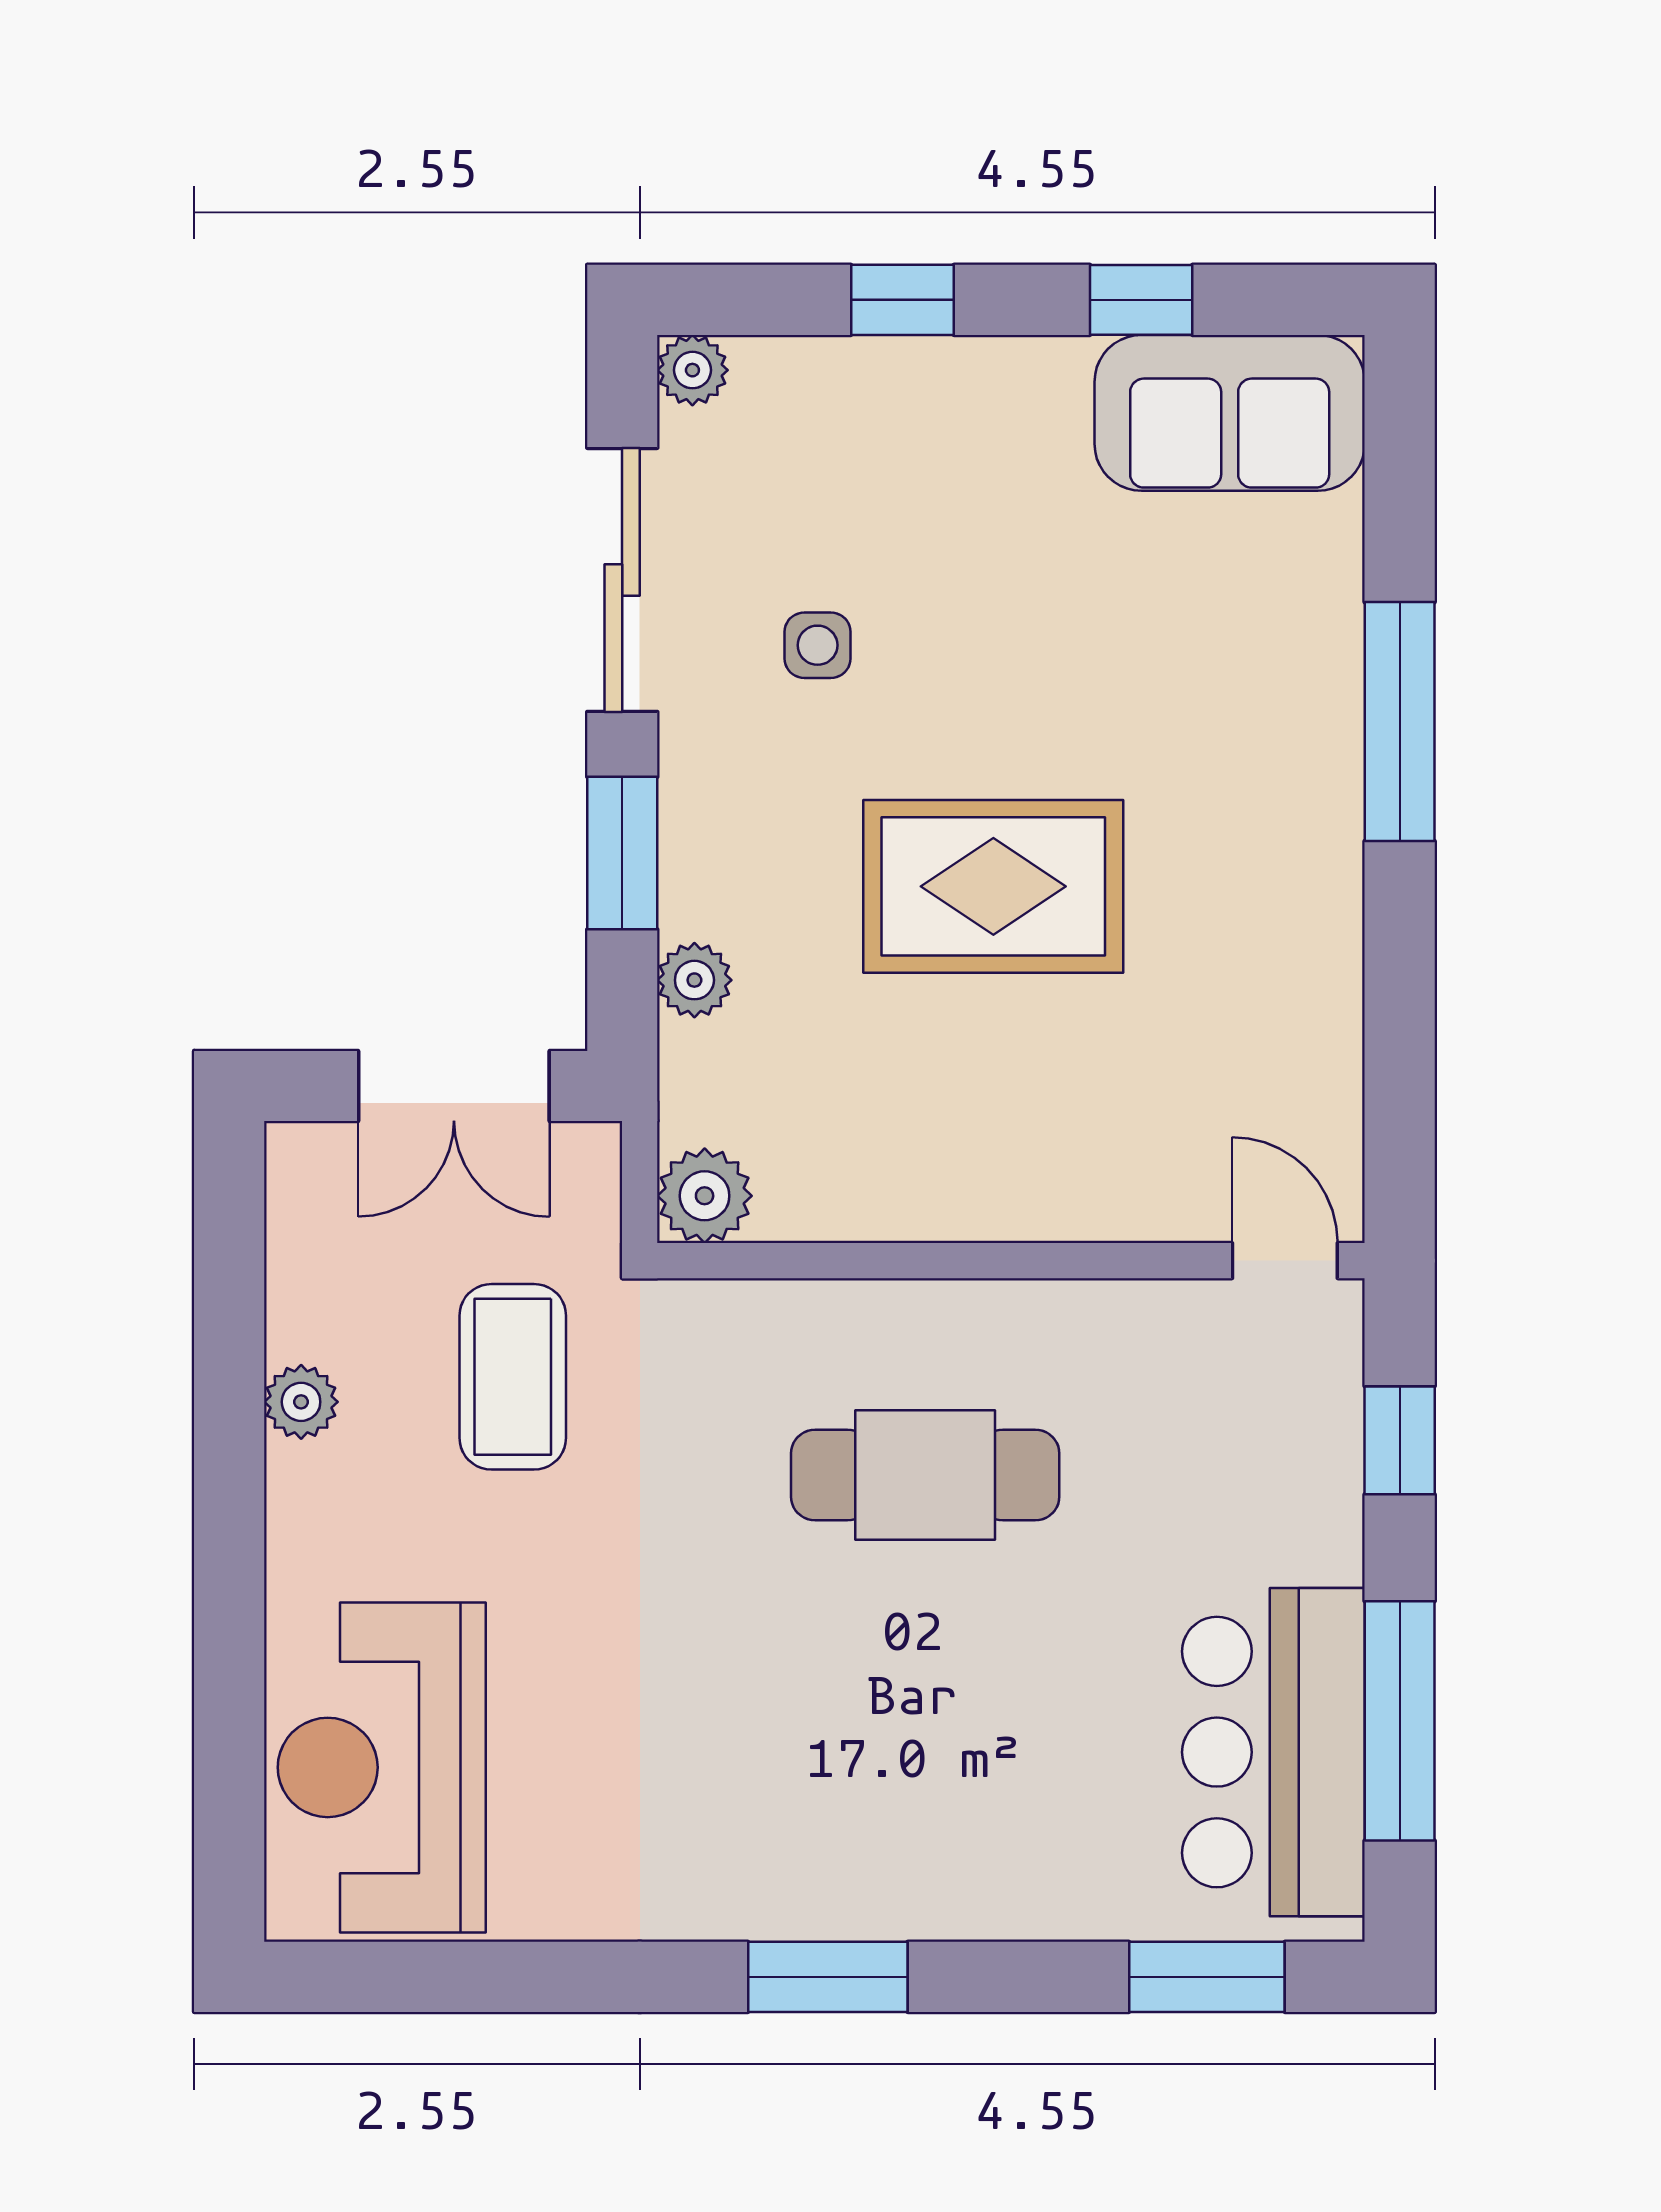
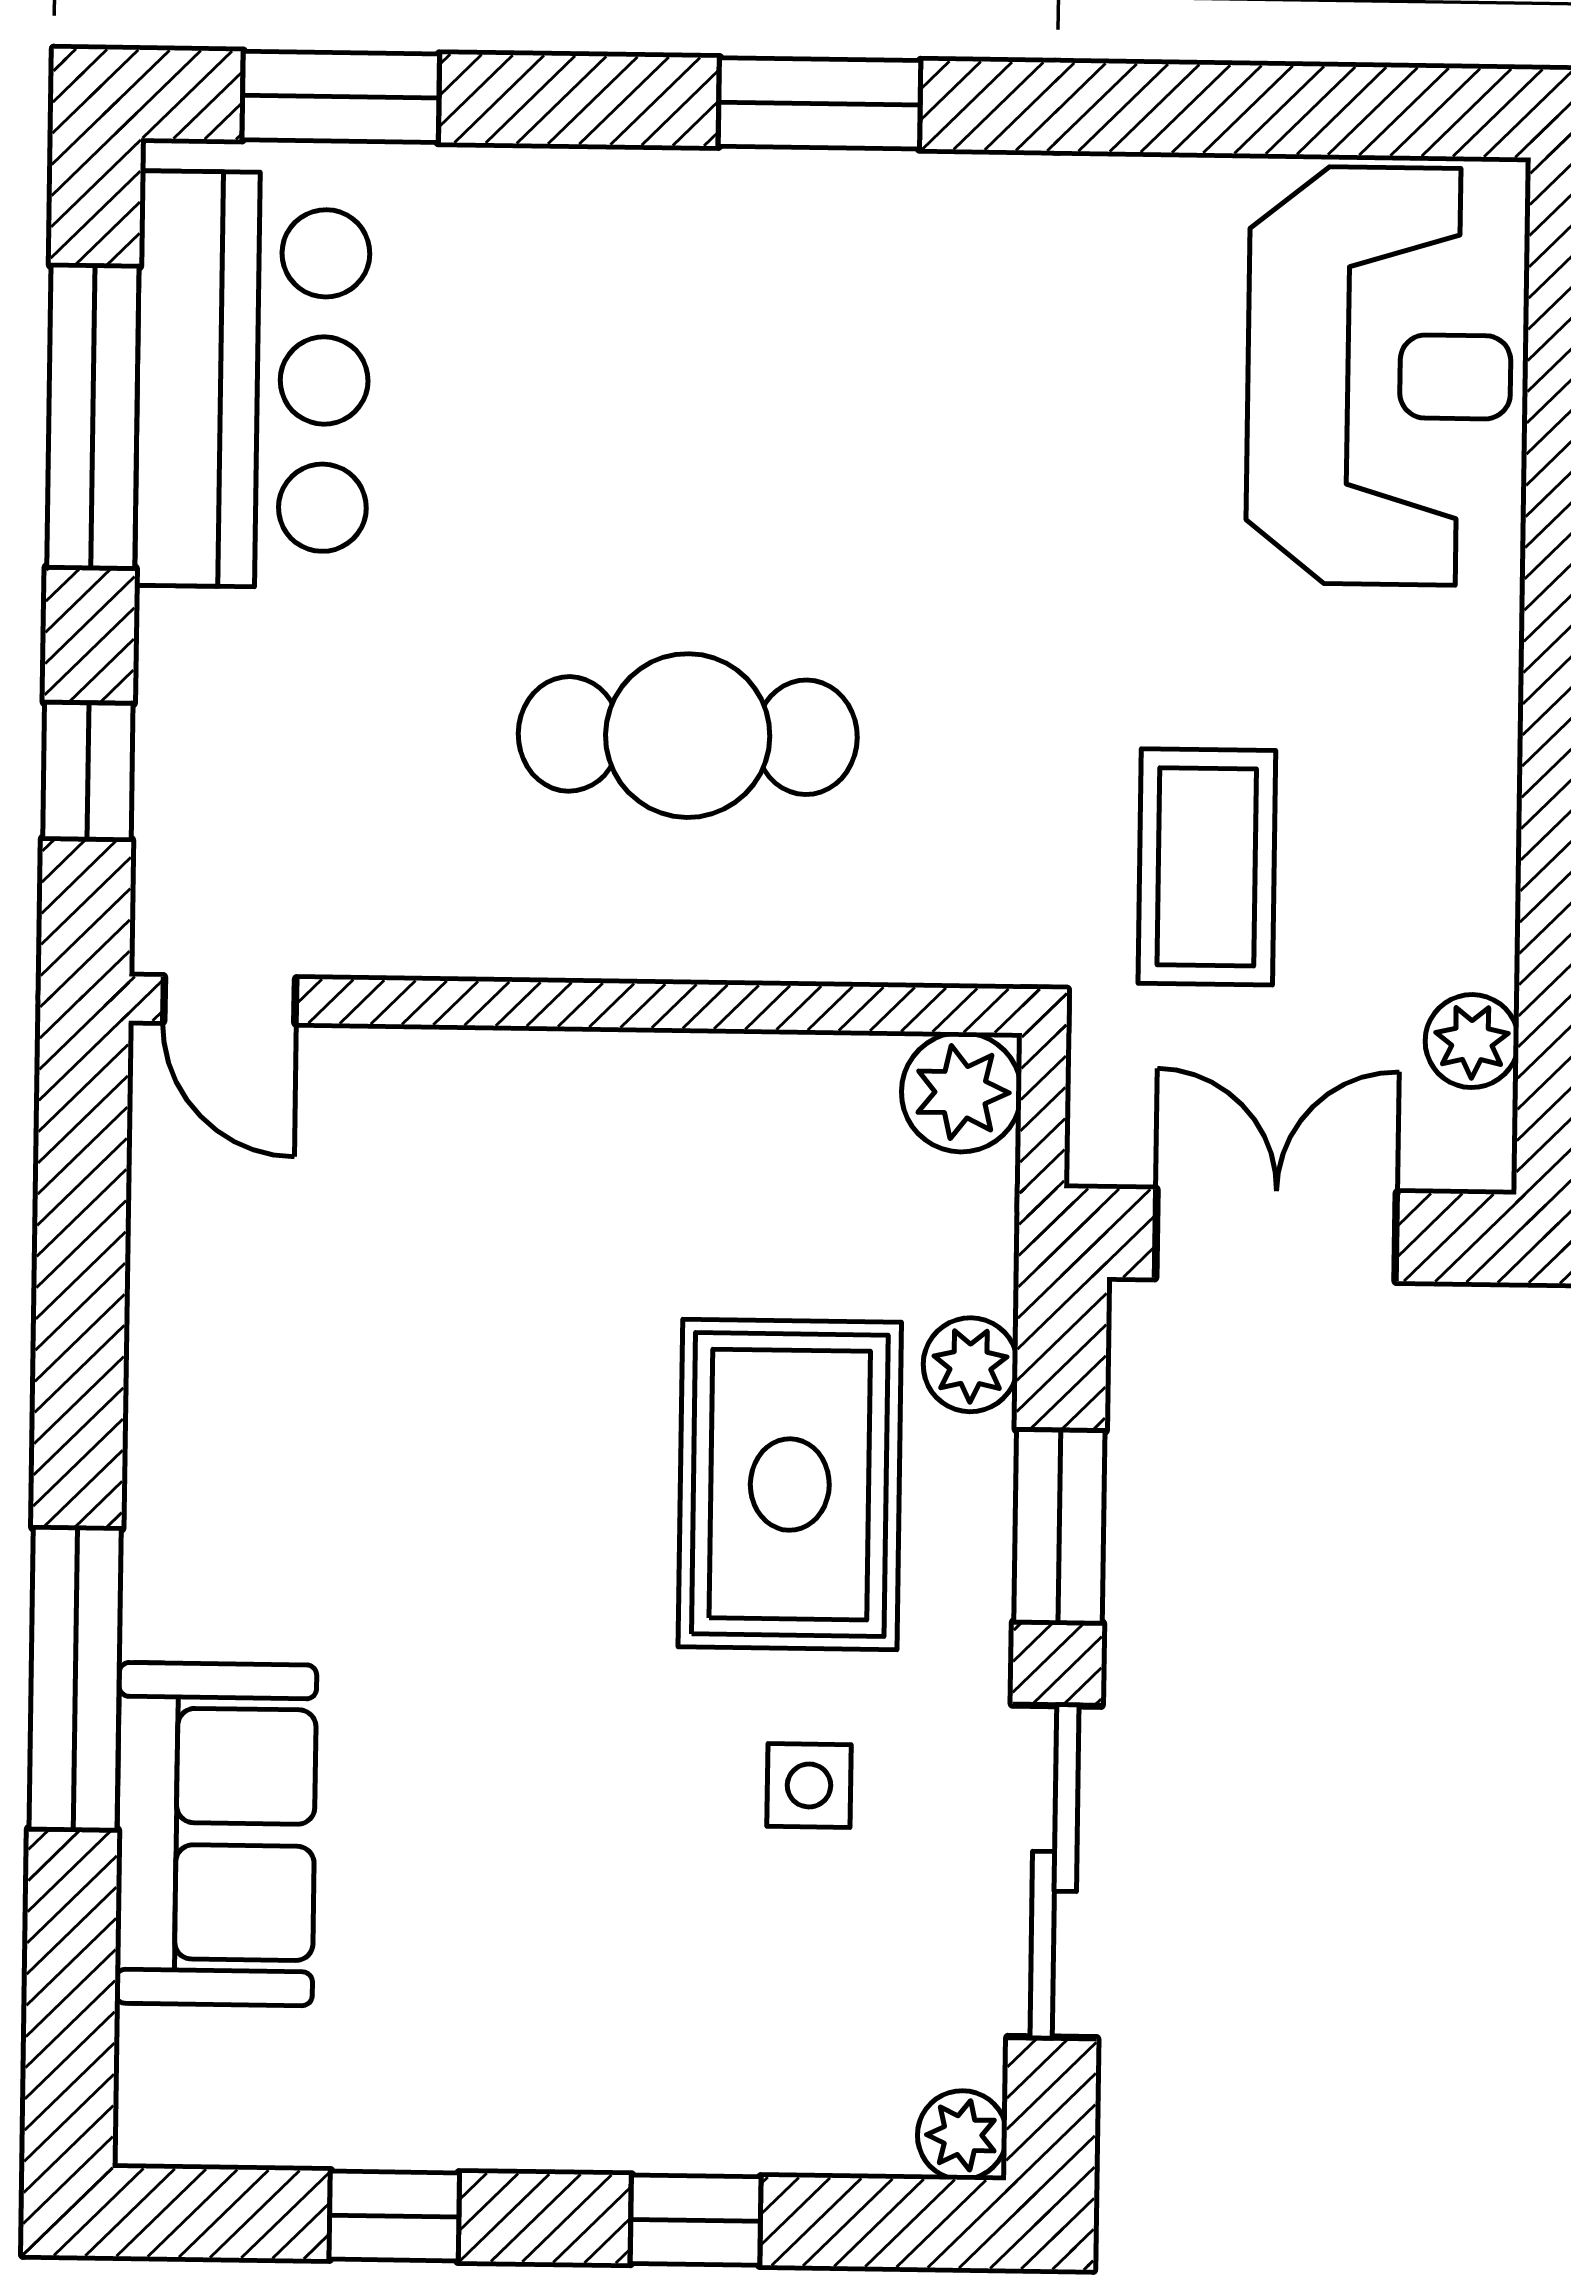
sofa: (1230, 413) -> (216, 1834), moved, turned 90
rug: (993, 886) -> (790, 1485), moved, turned 90
plant: (301, 1402) -> (1472, 1041), moved

